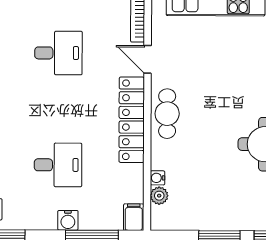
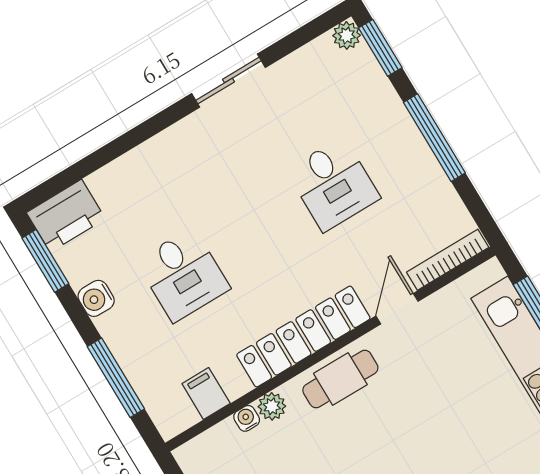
plant: (159, 196) -> (272, 406), moved
filing cabinet: (134, 217) -> (206, 394), moved, turned -90
water cooler: (68, 220) -> (96, 298), moved

